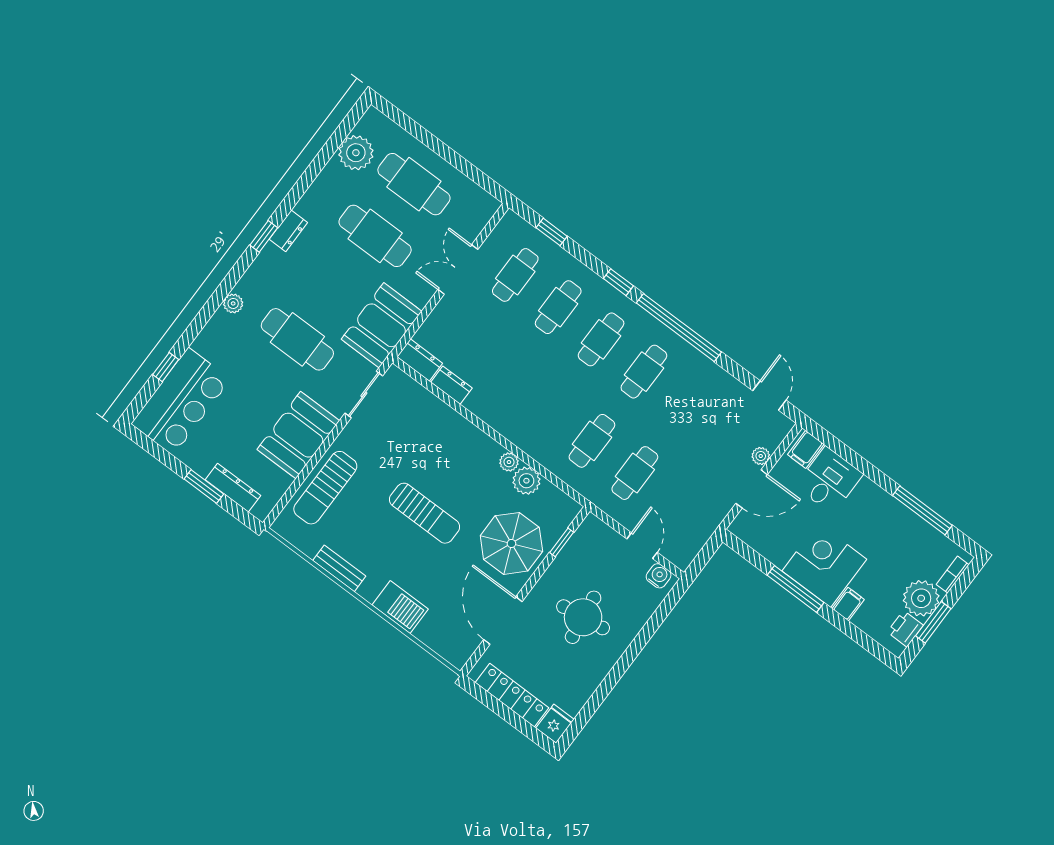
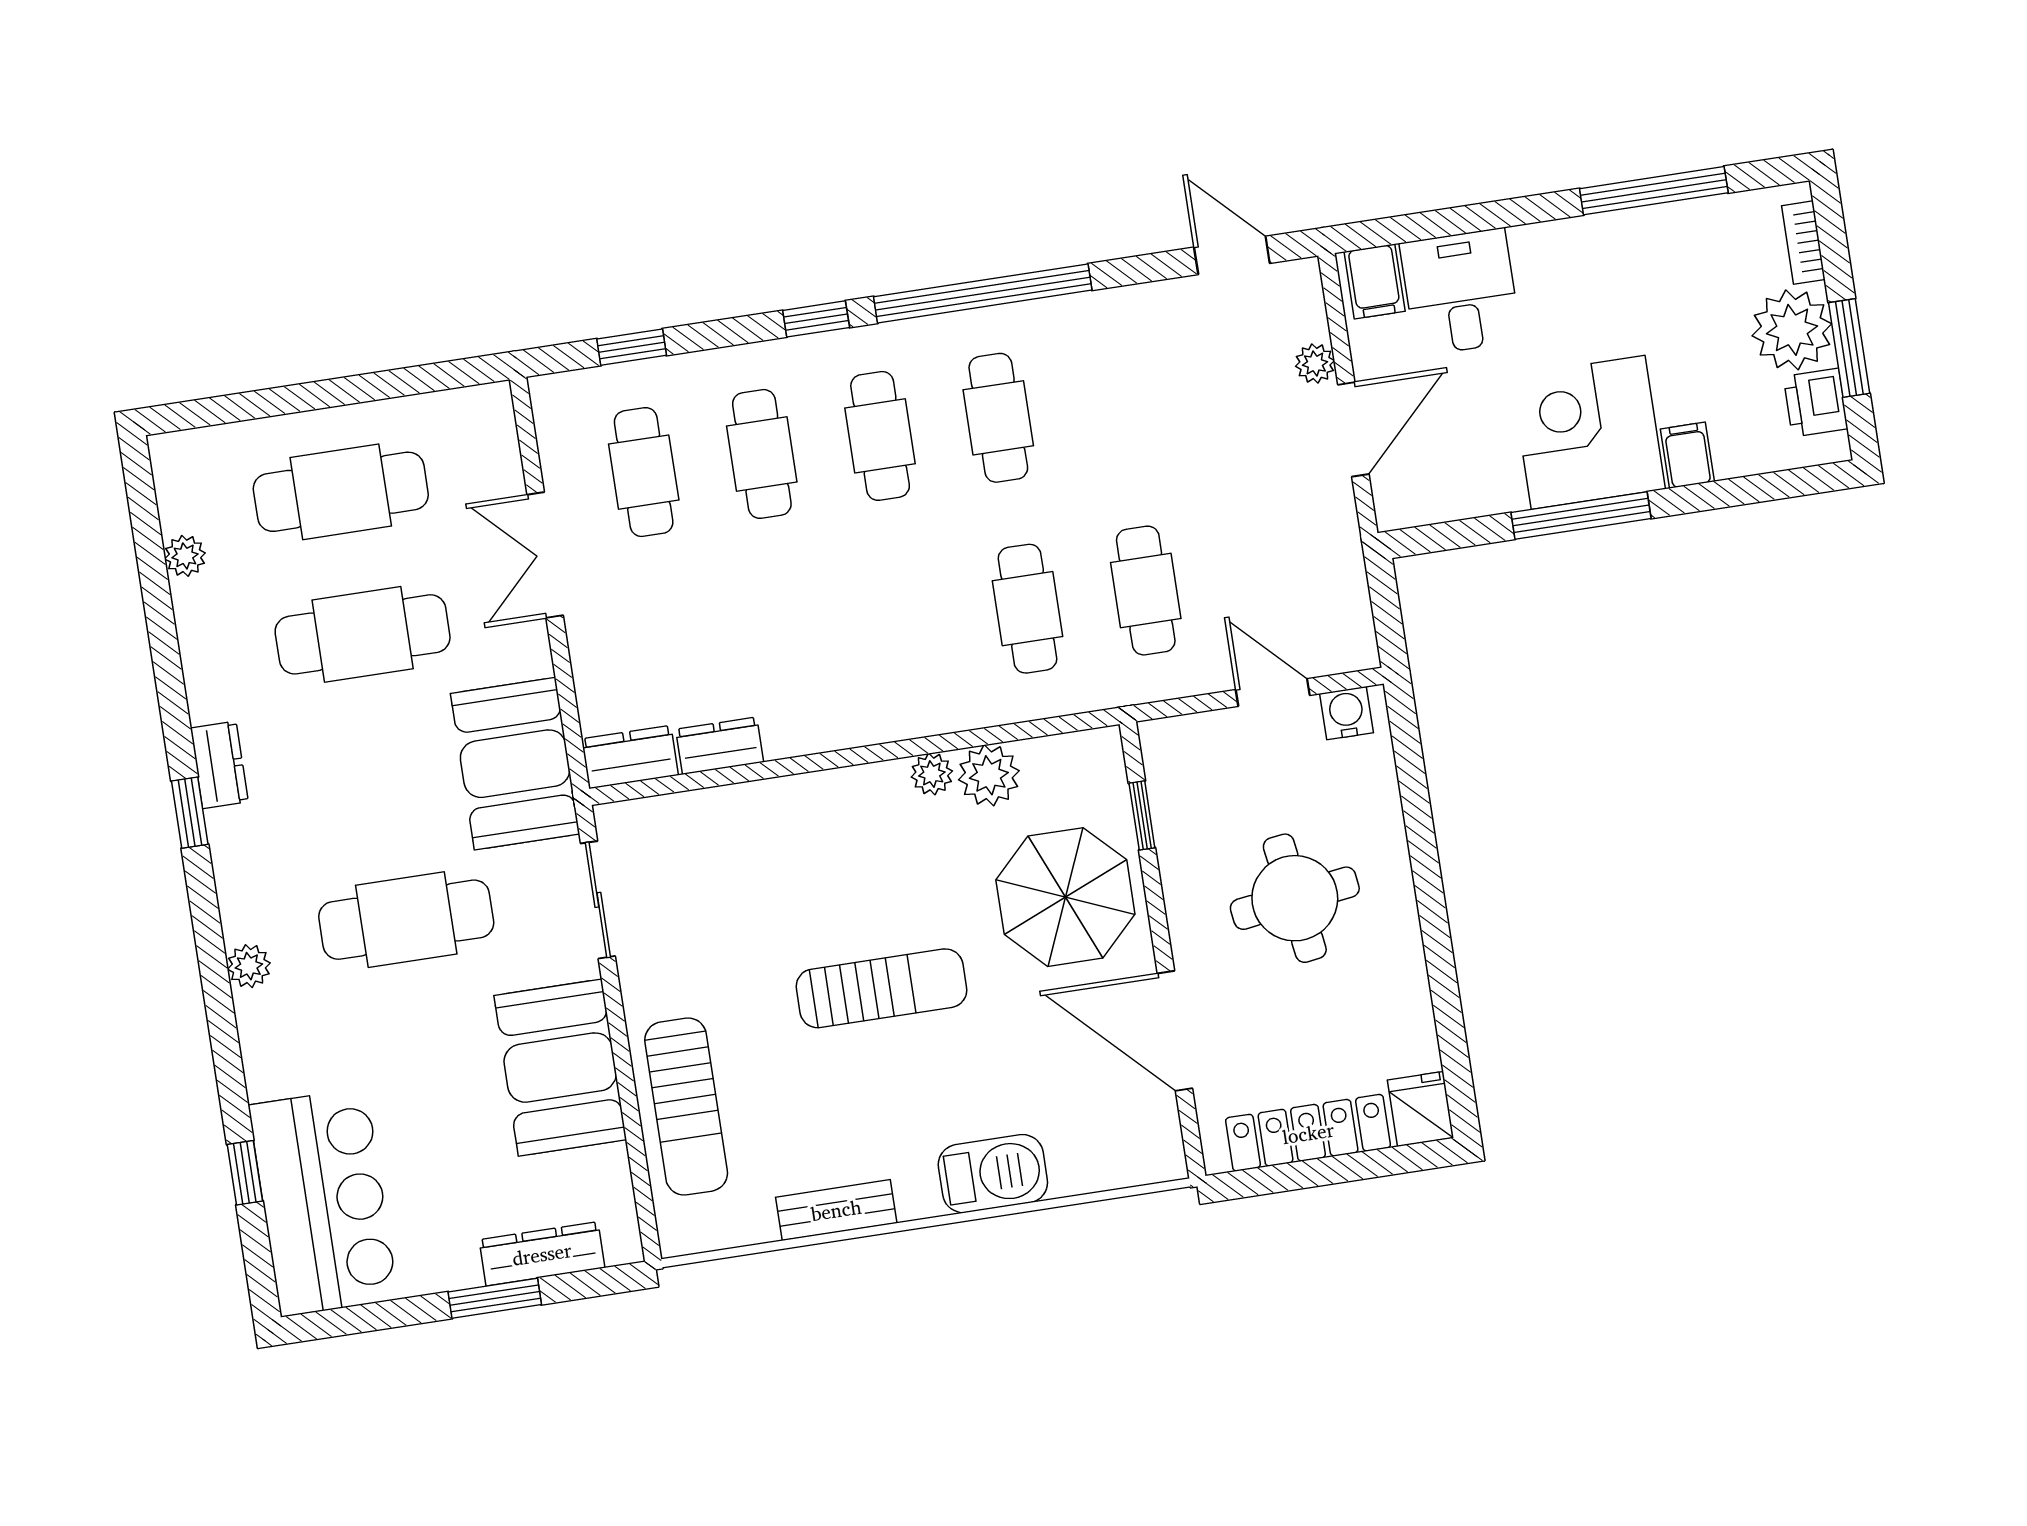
plant: (356, 153) -> (185, 556), width x0.53, depth x0.53

